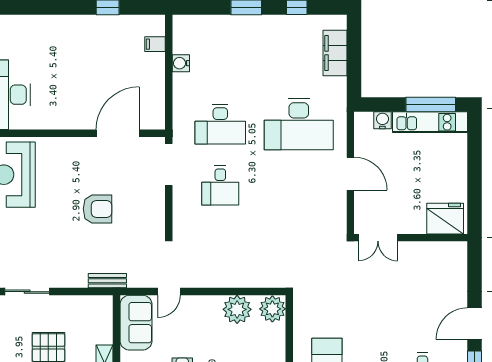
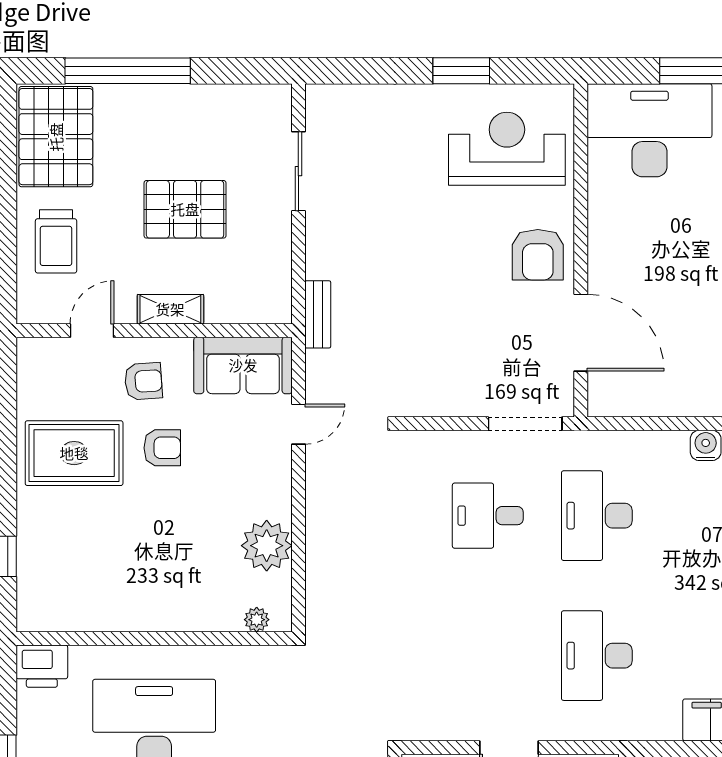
desk: (299, 124) -> (597, 656), width x0.73, depth x0.77
armchair: (98, 209) -> (538, 255), moved
door: (169, 292) -> (298, 424), swing flipped
plant: (272, 309) -> (257, 620), width x0.53, depth x0.53

